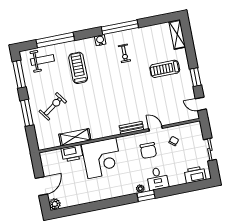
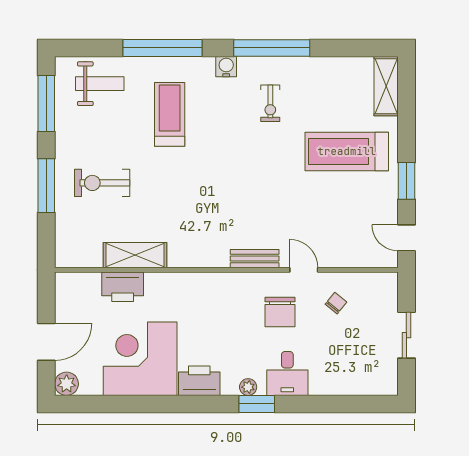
window: (55, 40) -> (162, 48), moved
treadmill: (165, 69) -> (347, 151), width x1.37, depth x1.38
exercise bike: (53, 106) -> (102, 183), turned -145
corner desk: (102, 158) -> (140, 359), moved, turned 180
printer: (195, 175) -> (199, 381), moved

